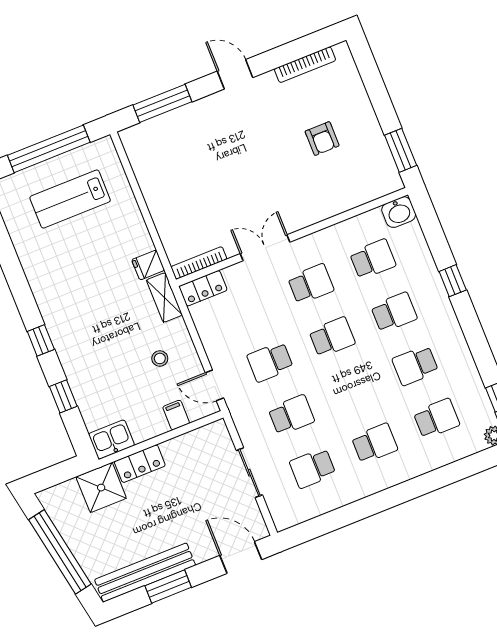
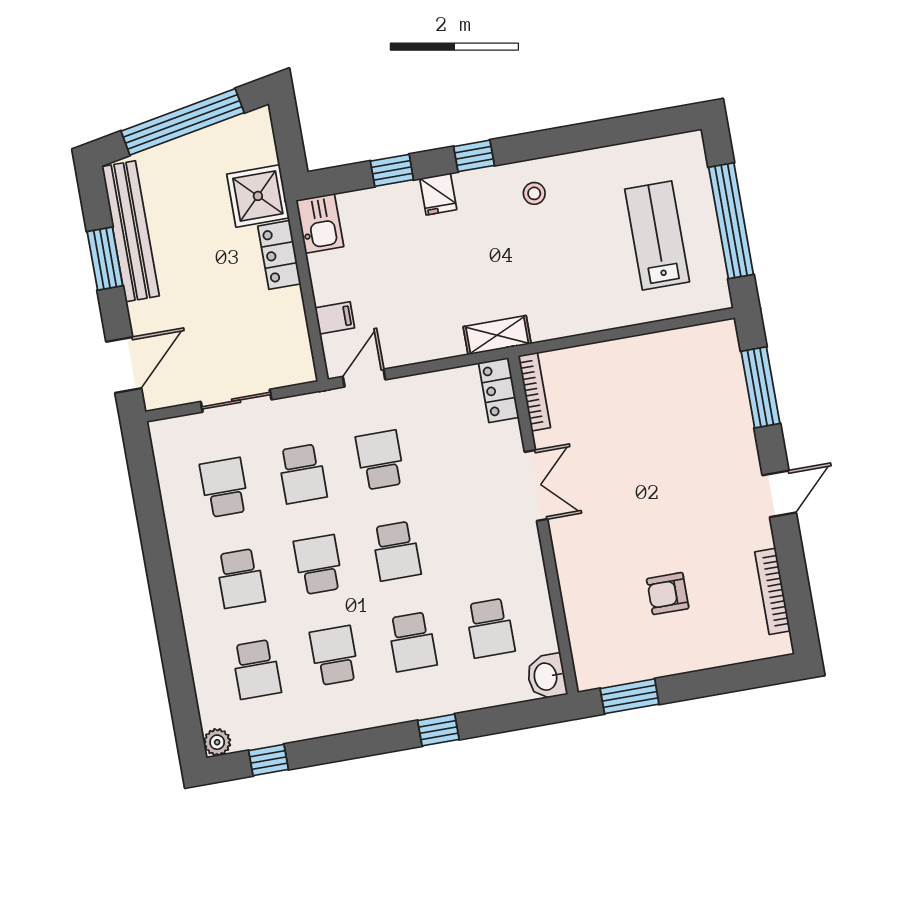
fridge: (148, 265) -> (438, 194), moved, turned 180
school desk: (311, 284) -> (318, 565), moved, turned 180
stool: (160, 358) -> (534, 193), moved

